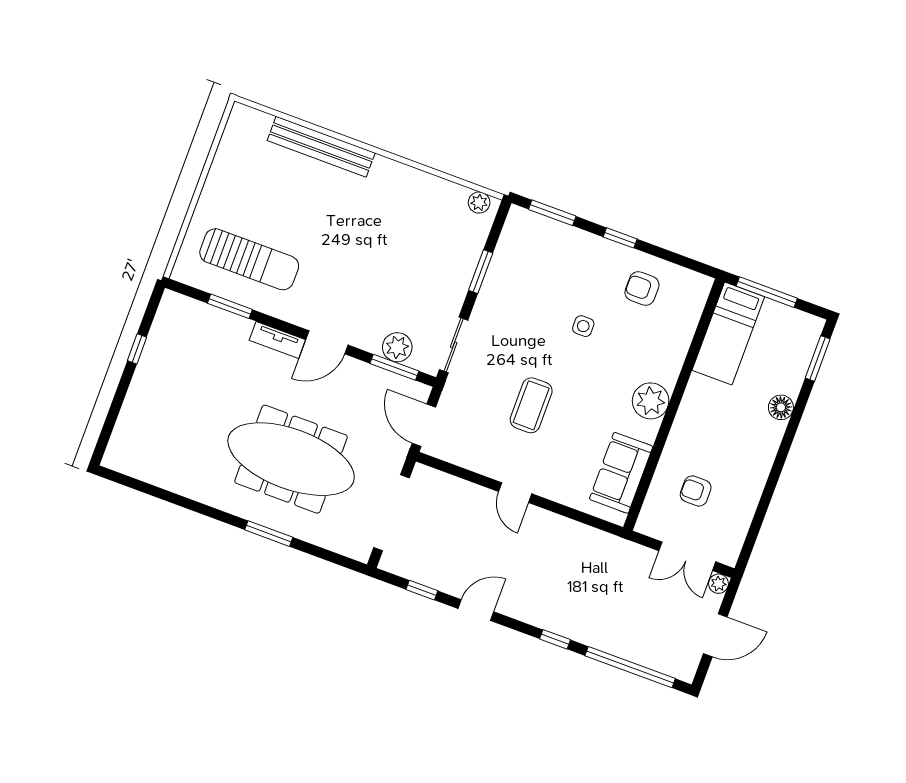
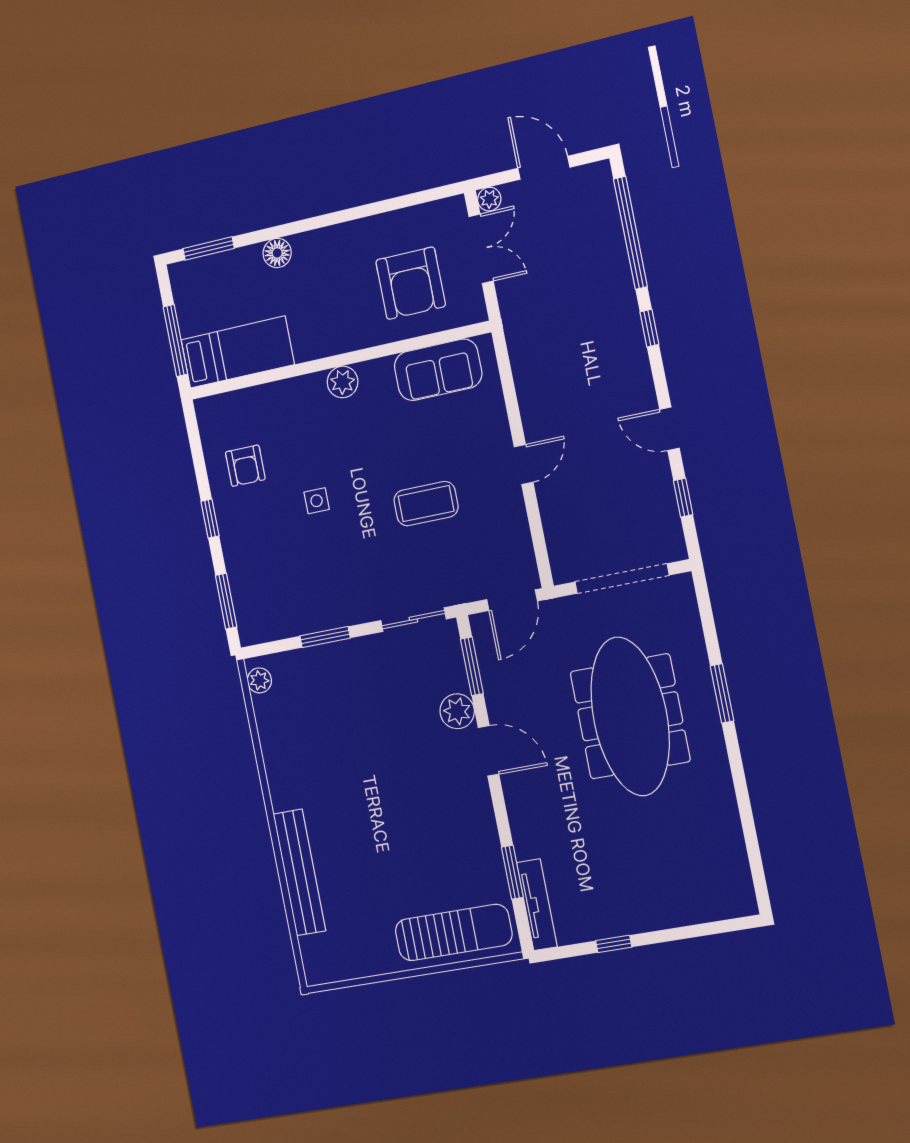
sun lounger: (249, 259) -> (454, 932), moved, turned 90
tv unit: (277, 340) -> (537, 905), moved, width x1.41
plant: (397, 347) -> (457, 711), moved
plant: (651, 401) -> (343, 382), width x0.73, depth x0.73
armchair: (696, 491) -> (411, 283), width x1.88, depth x1.88

